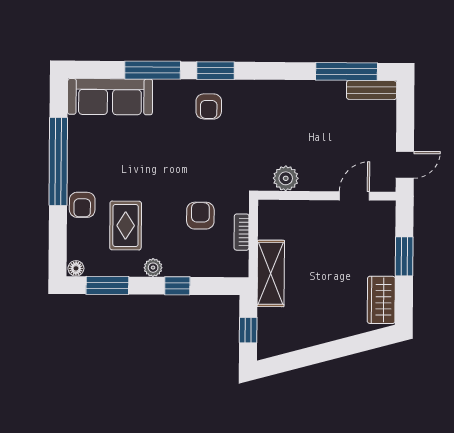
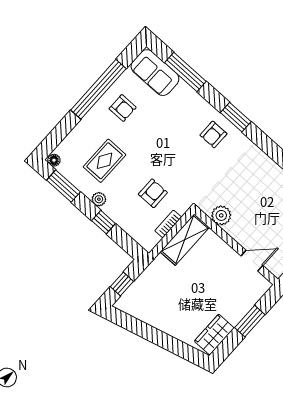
window: (153, 70) -> (185, 72), moved
sofa: (110, 97) -> (155, 73), width x0.73
armchair: (82, 205) -> (123, 108), moved, turned -90
shelving: (271, 273) -> (185, 240), moved

